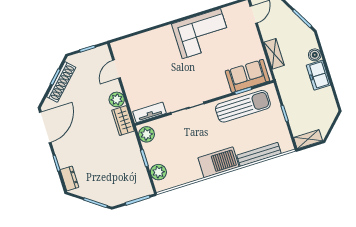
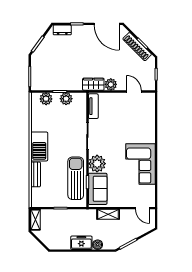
plant: (217, 86) -> (97, 164), added
sun lounger: (243, 106) -> (76, 178), turned 180
plant: (147, 134) -> (66, 99), moved
bench: (259, 154) -> (36, 174), width x0.73

